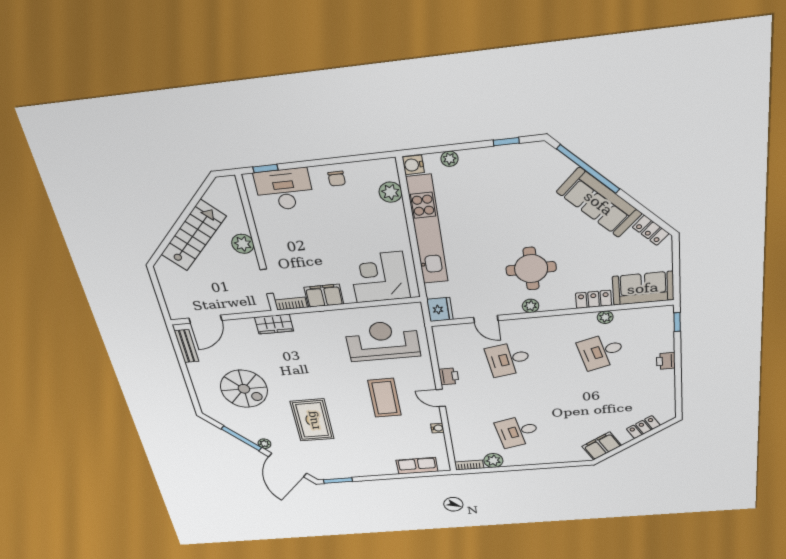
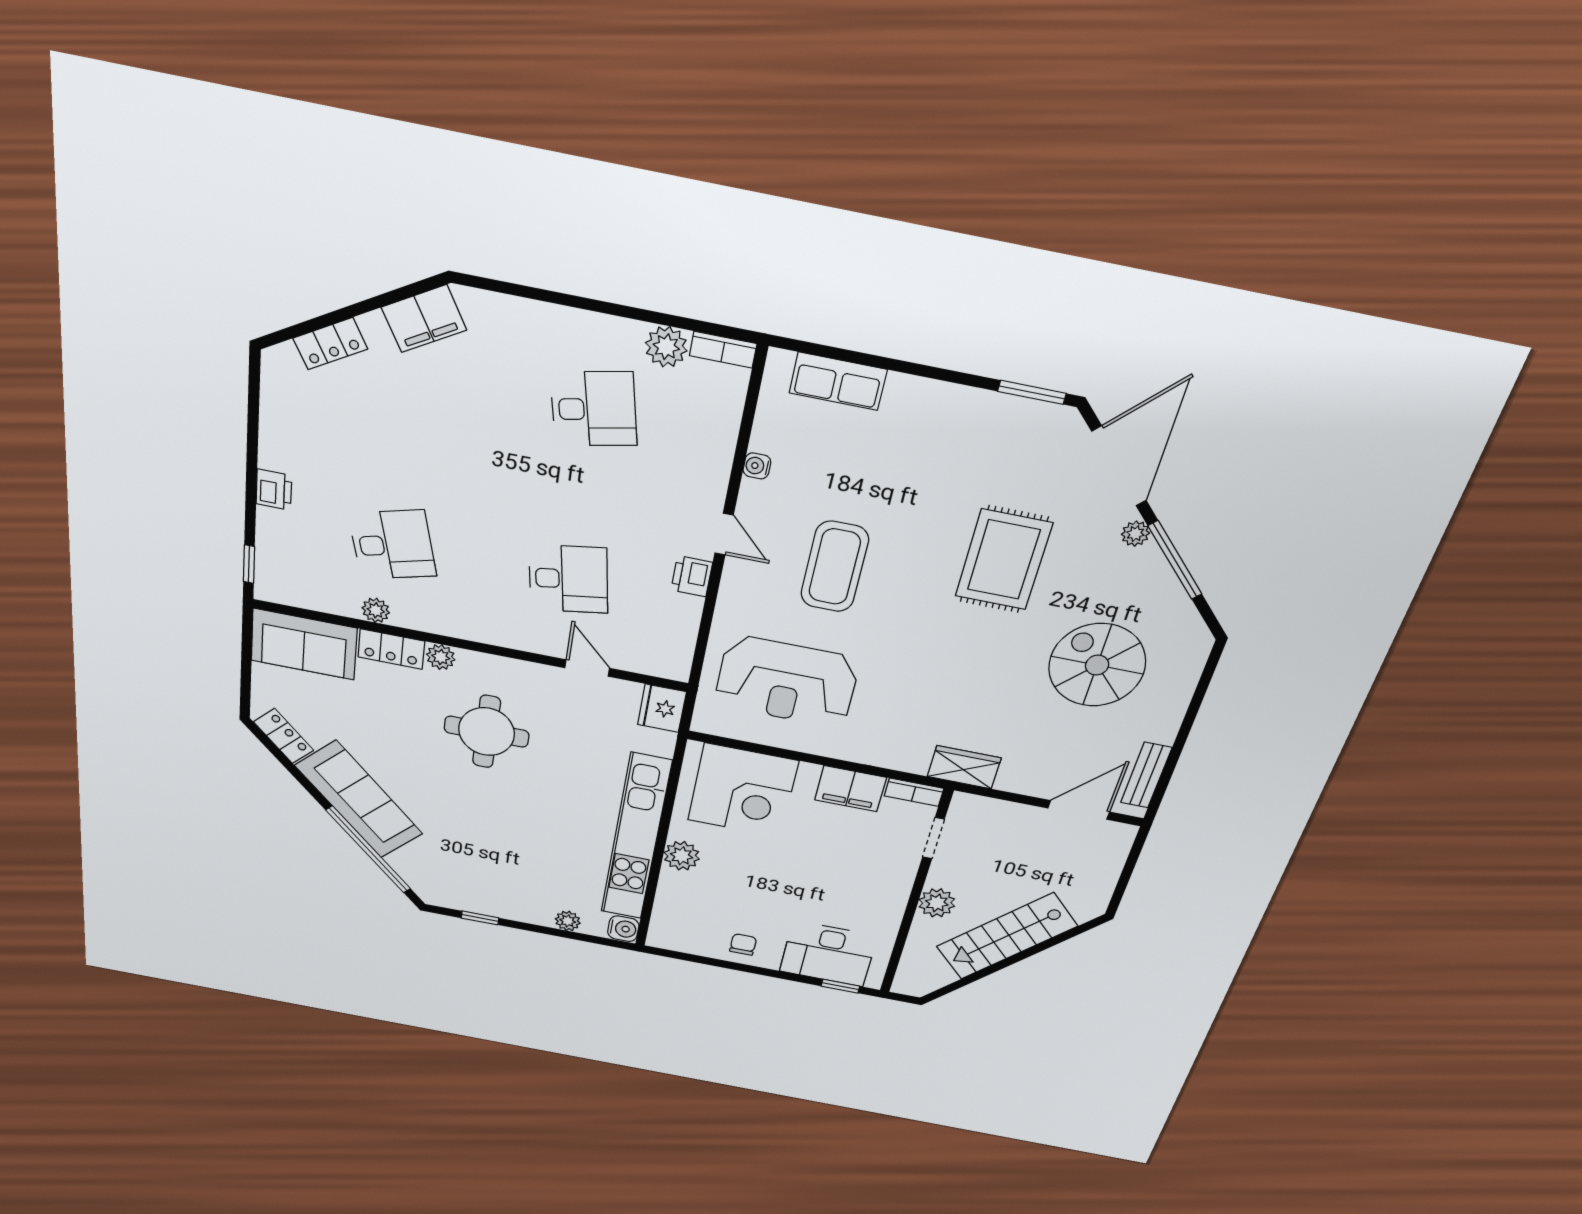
plant: (391, 192) -> (682, 856), moved
plant: (531, 306) -> (441, 657), moved

